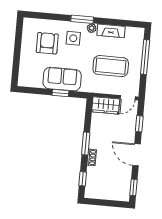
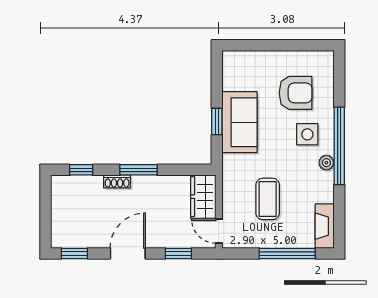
window: (82, 19) -> (339, 146), width x2.11
fireplace: (111, 31) -> (325, 226), moved
coffee table: (111, 66) -> (268, 199), width x0.73, depth x0.76

